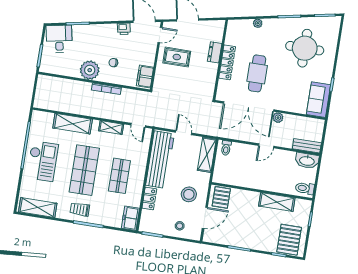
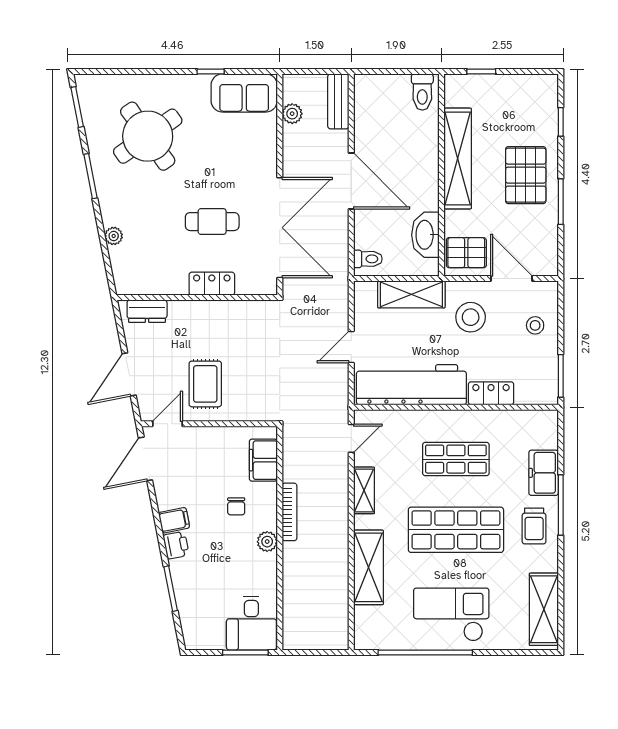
printer: (124, 29) -> (176, 545), moved
filing cabinet: (111, 31) -> (174, 520), added
door: (160, 35) -> (167, 424), hinge flipped
desk: (59, 39) -> (251, 623), moved, turned -79
round table: (305, 48) -> (148, 136), turned -35
dresser: (215, 52) -> (147, 311), moved
locker: (227, 62) -> (212, 284), width x0.66
plant: (90, 70) -> (267, 542), width x0.53, depth x0.53
cafe table: (257, 73) -> (212, 222), width x0.73, depth x0.74
filing cabinet: (145, 77) -> (263, 460), moved, turned 90
plant: (278, 118) -> (292, 114), moved
door: (266, 146) -> (351, 181), width x1.88
shelving: (207, 155) -> (411, 294), moved
washbasin: (307, 161) -> (425, 235), moved, turned 180
shelving: (277, 202) -> (458, 159), width x1.47
freezer: (130, 218) -> (544, 473), moved, turned 90
pallet: (289, 240) -> (526, 175), moved, turned 90

